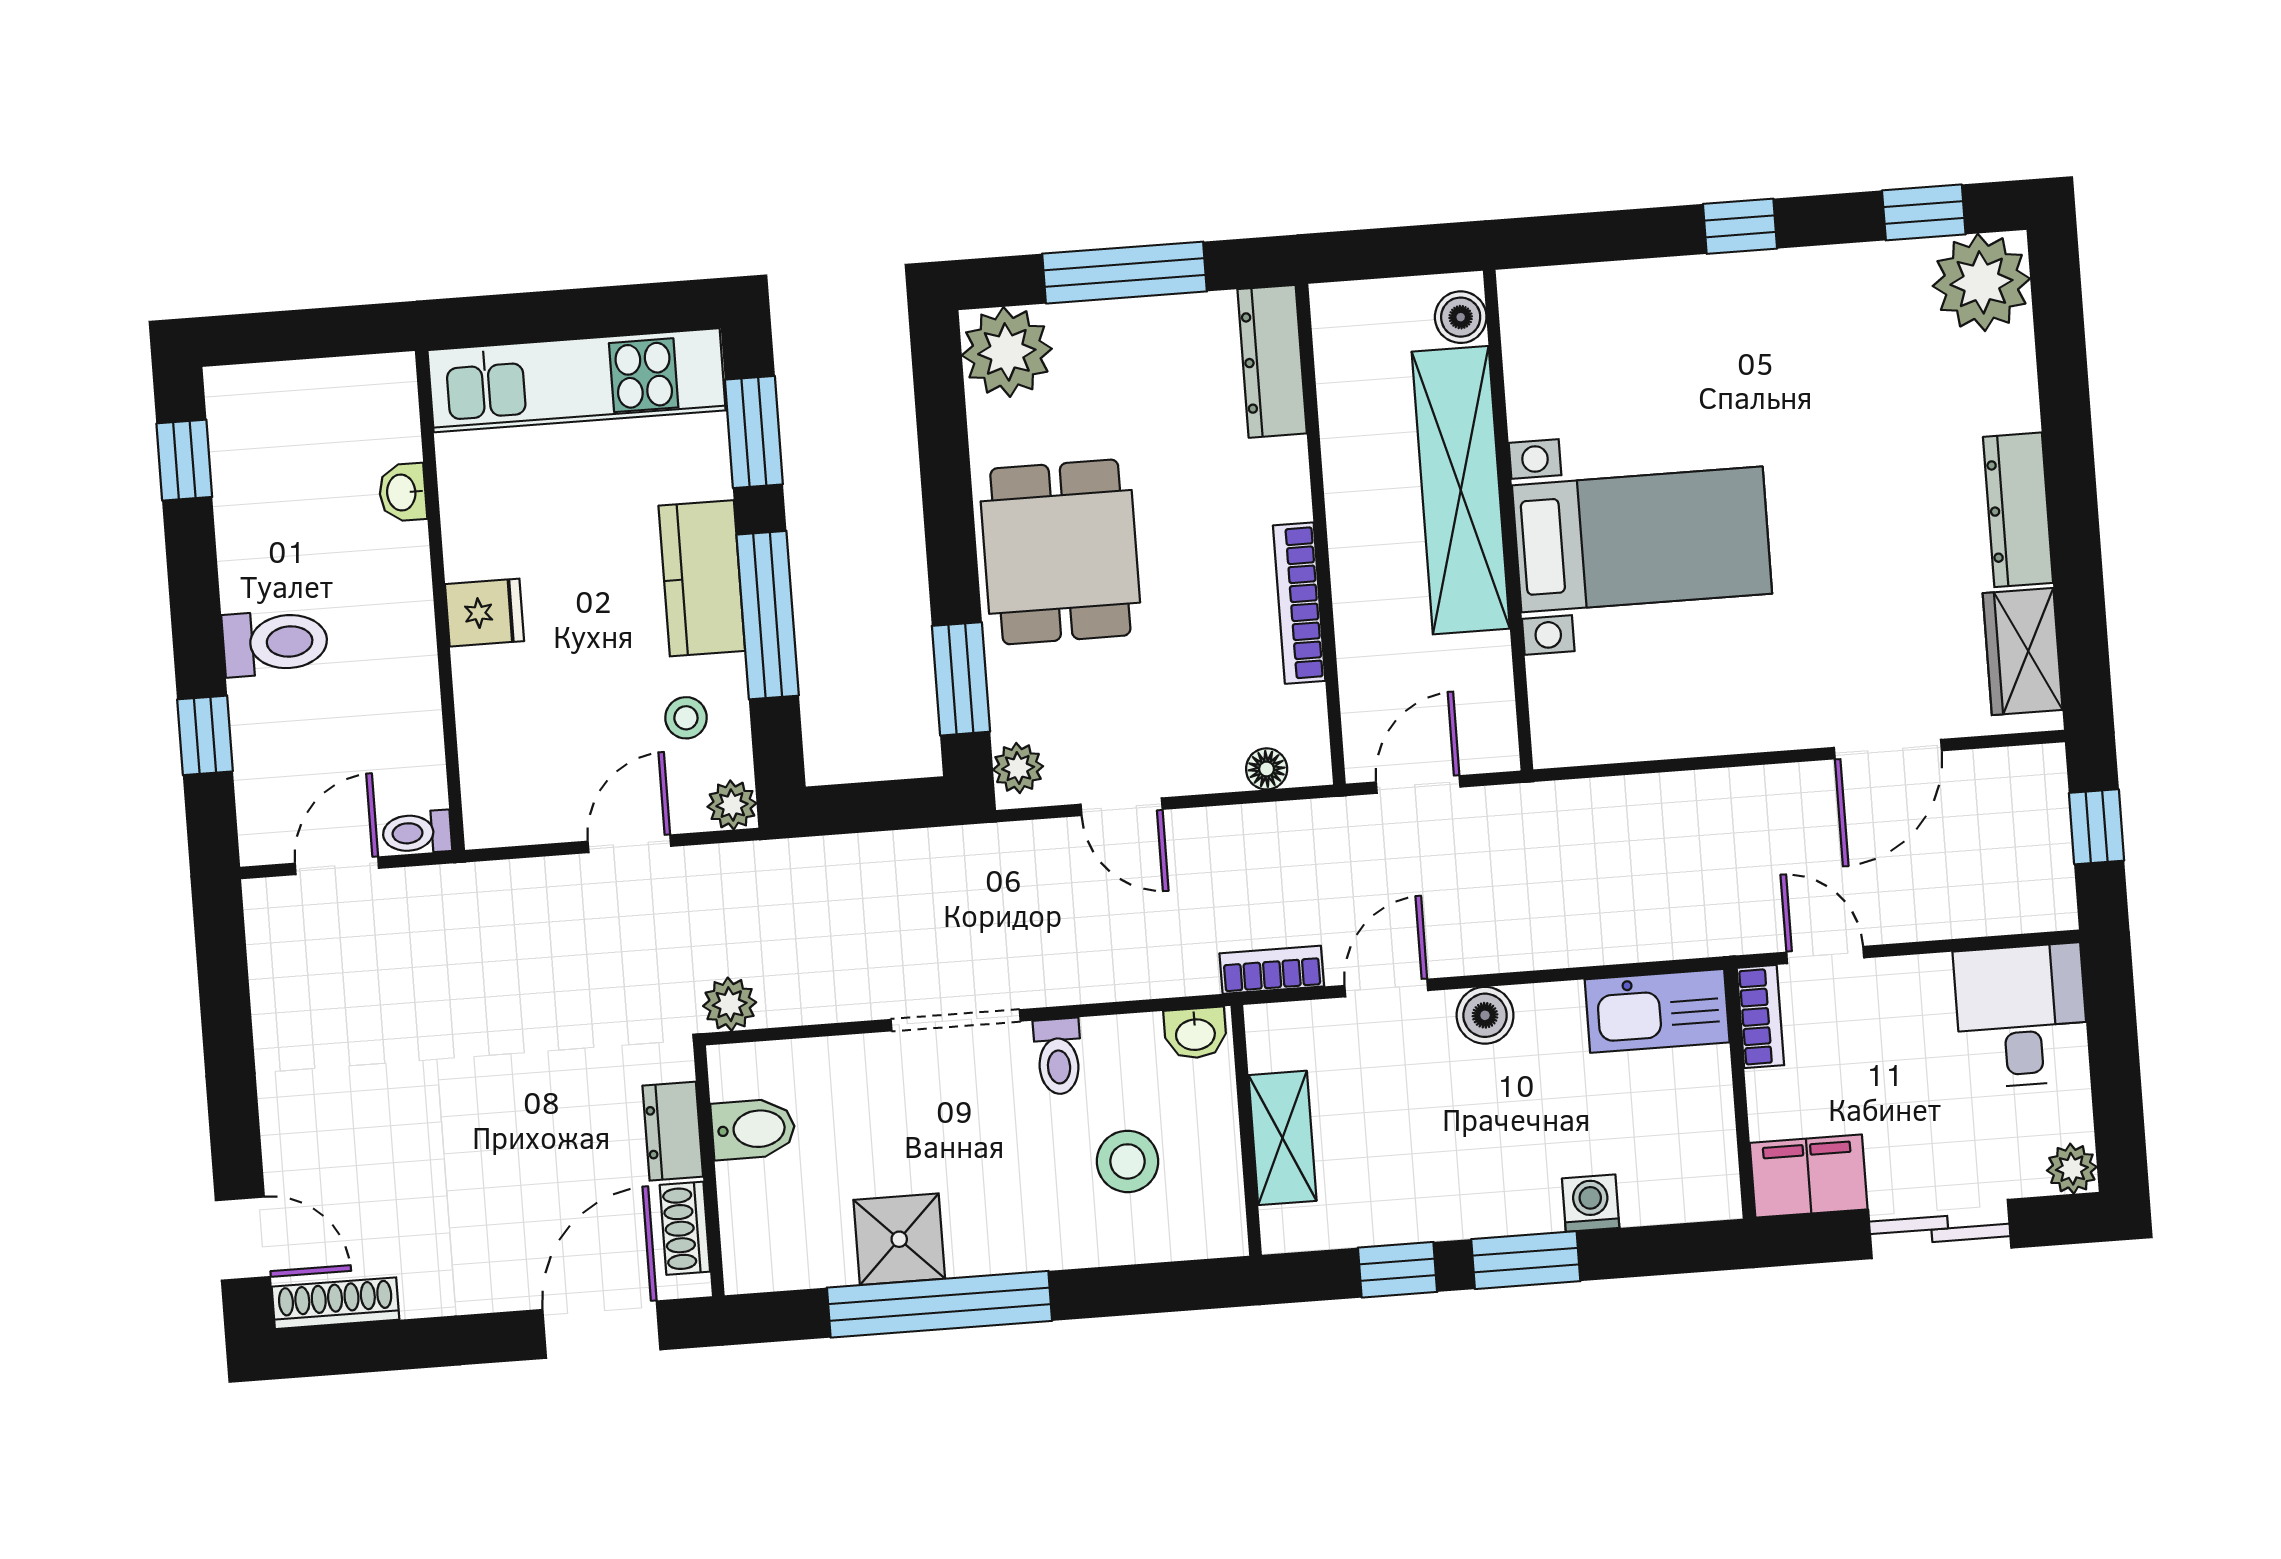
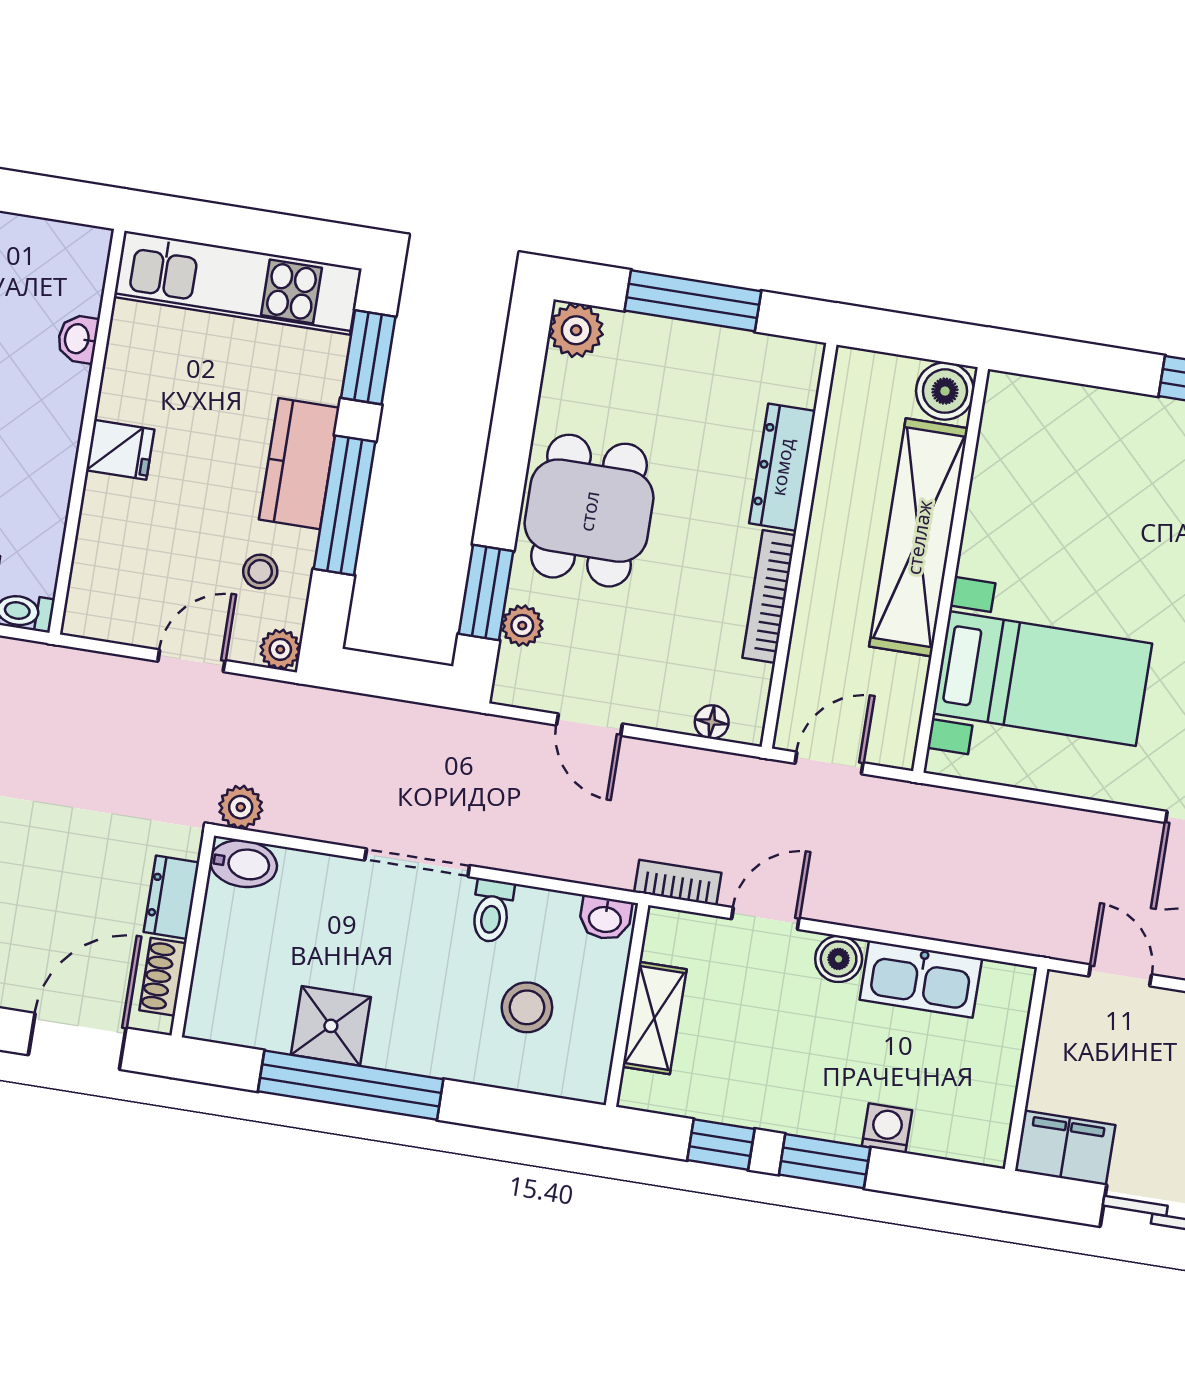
boiler: (1461, 317) -> (945, 391), width x1.36, depth x1.36
plant: (1007, 352) -> (576, 330), width x0.73, depth x0.73
dresser: (1272, 361) -> (782, 467), moved
bed with nightstands: (1642, 539) -> (1042, 679), moved
plant: (1018, 768) -> (522, 626), moved
kitchen sink: (1657, 1011) -> (921, 979), moved
bookcase: (1760, 1017) -> (1057, 1012), removed
bidet: (753, 1129) -> (243, 864), moved

